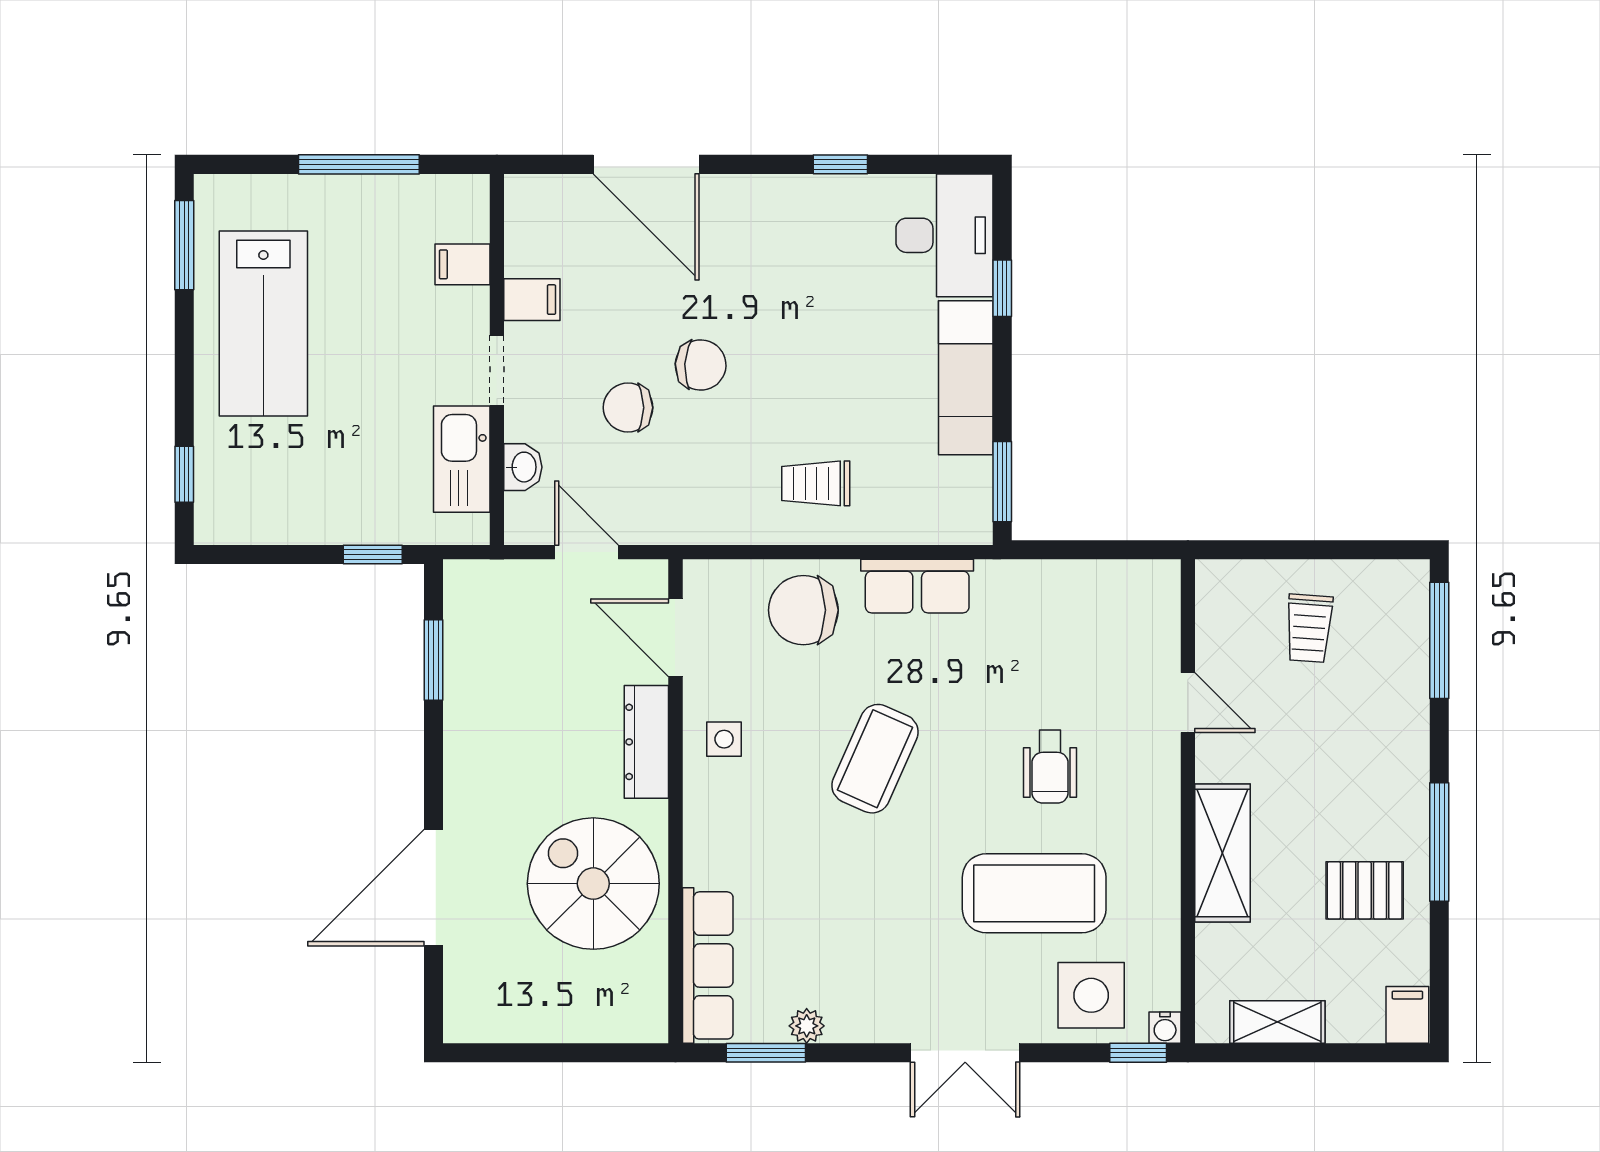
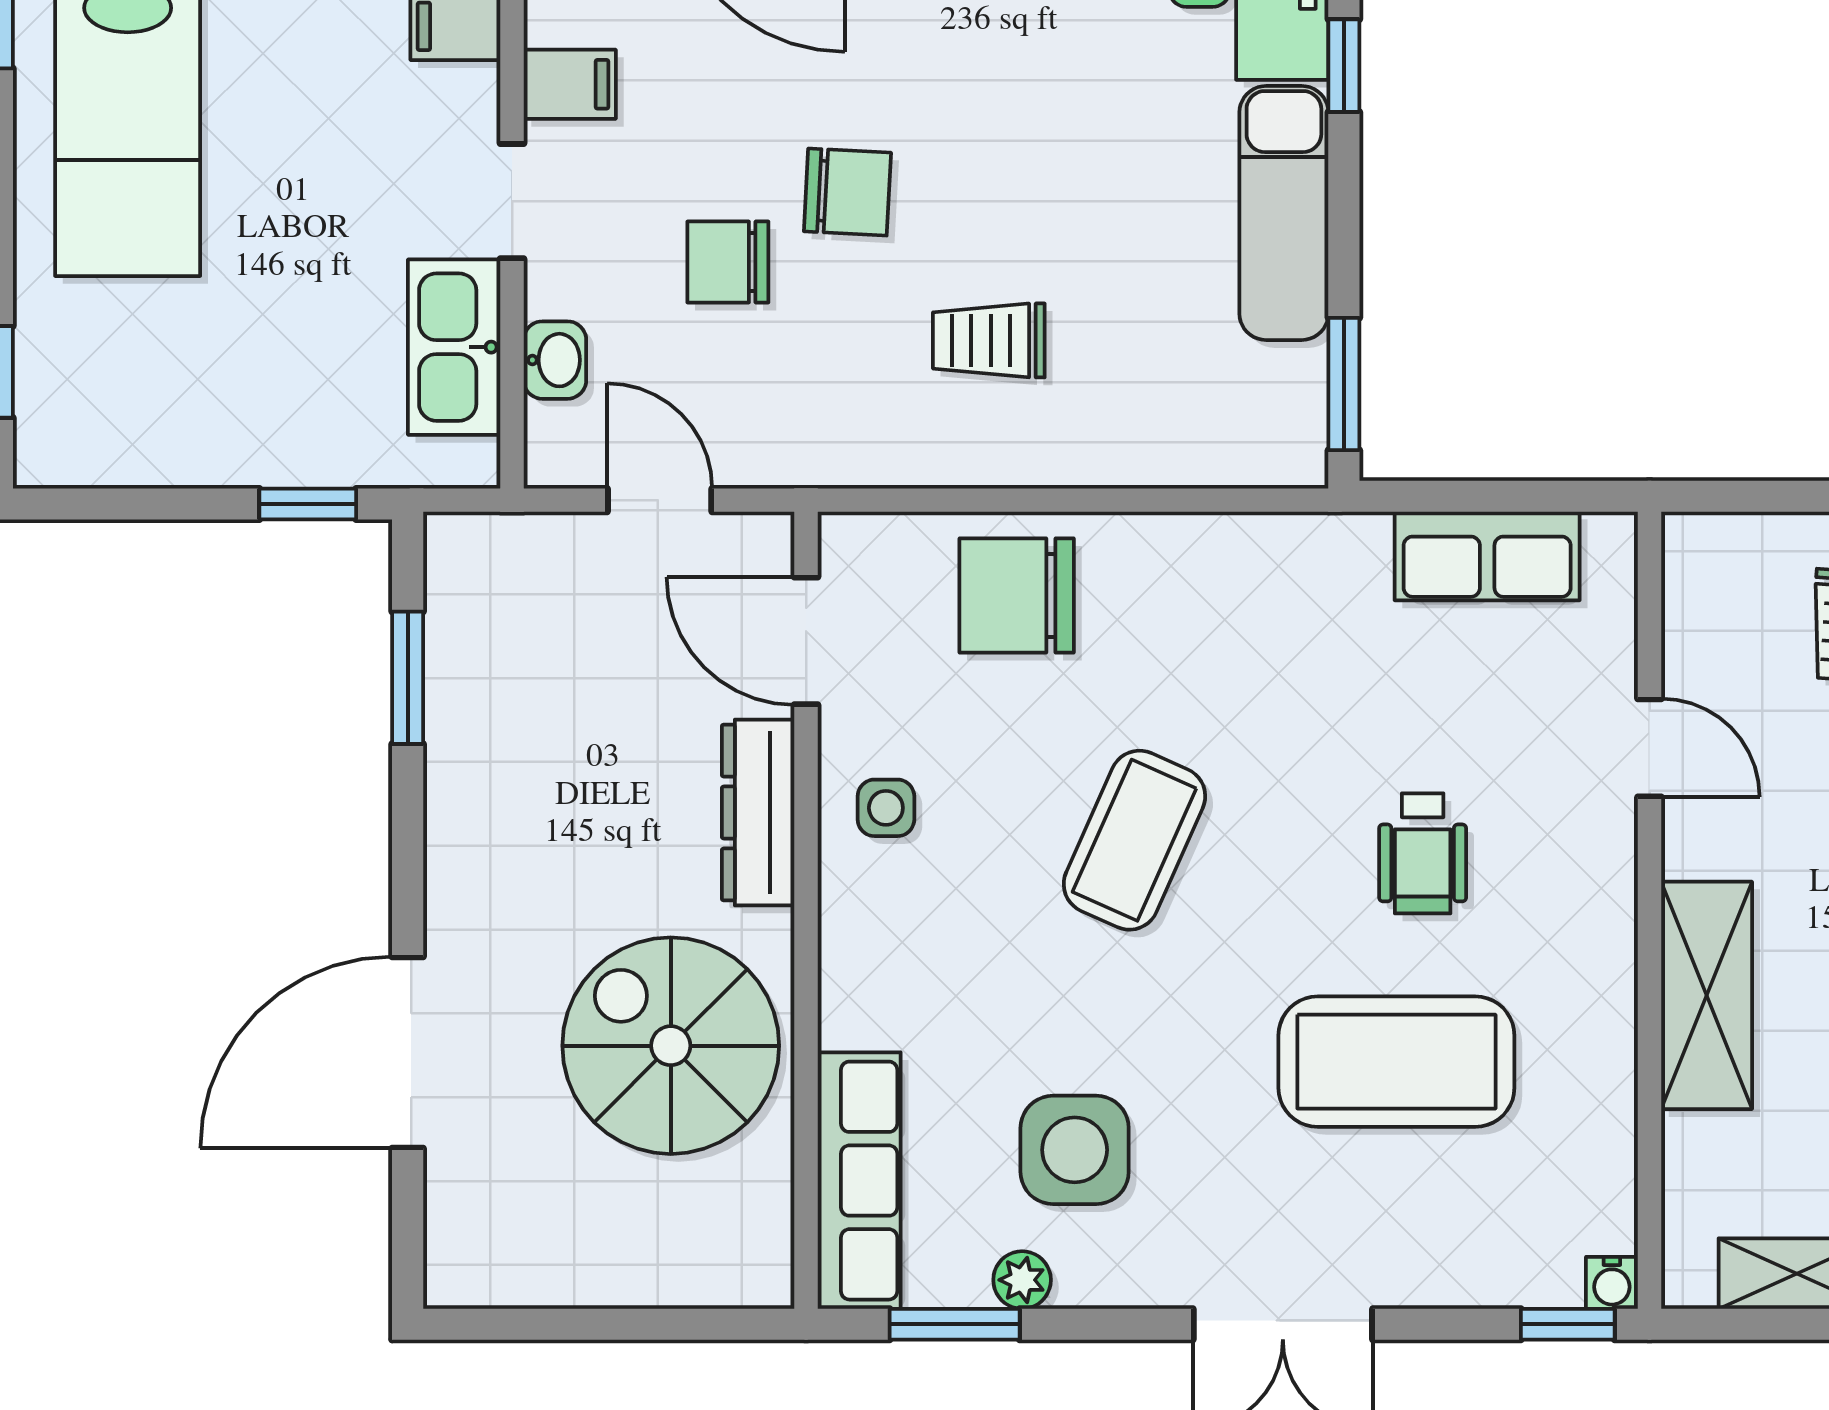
trolley: (816, 483) -> (989, 340), moved
row of seats: (917, 586) -> (1487, 556), moved
side table: (1091, 995) -> (1075, 1150), moved

